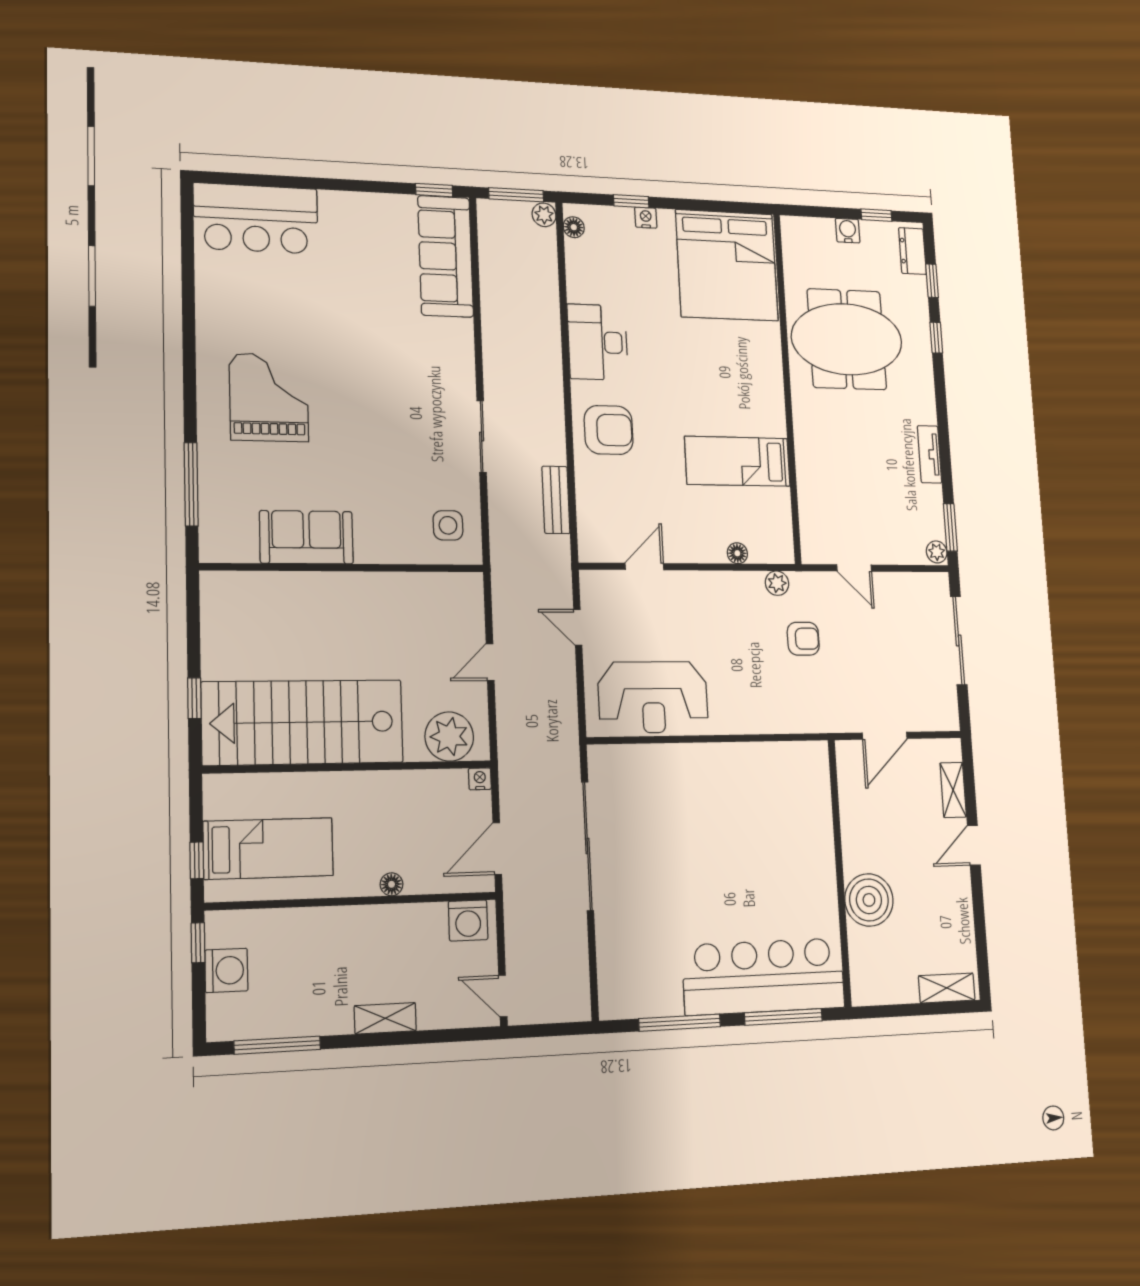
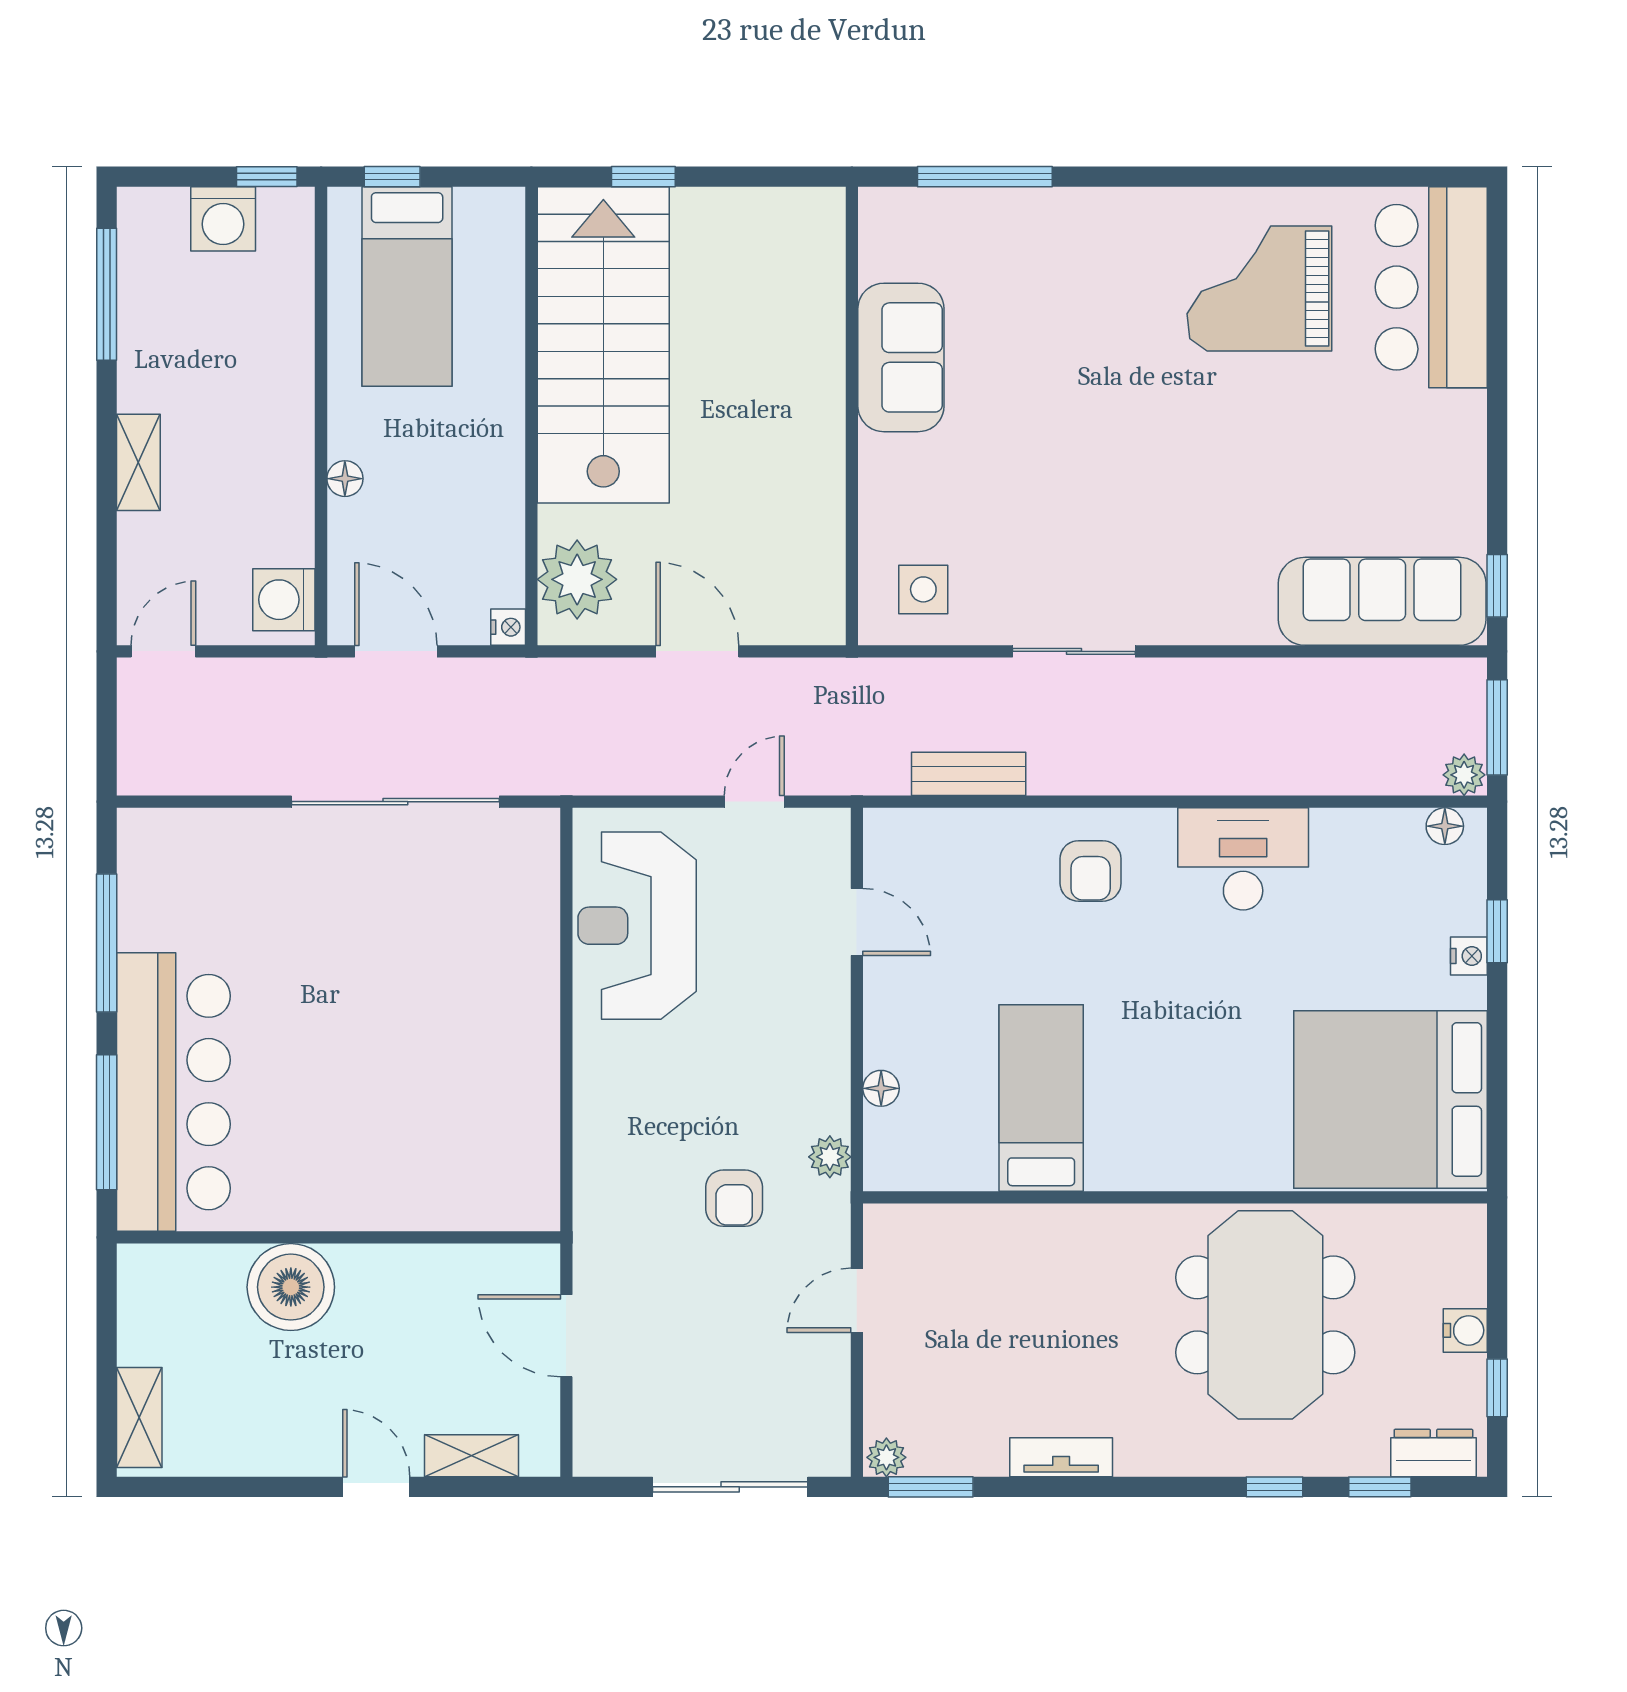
grand piano: (269, 397) -> (1259, 289), moved, turned 180
armchair: (609, 430) -> (1091, 871), width x0.72, depth x0.72
door: (490, 662) -> (697, 651), width x1.38

